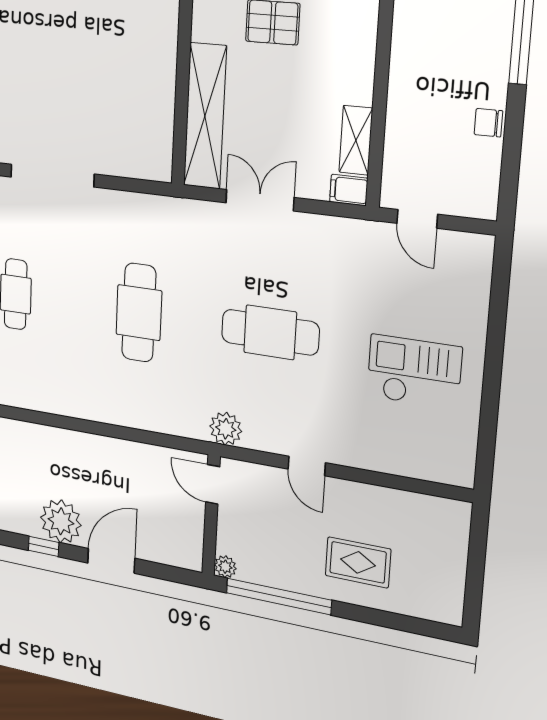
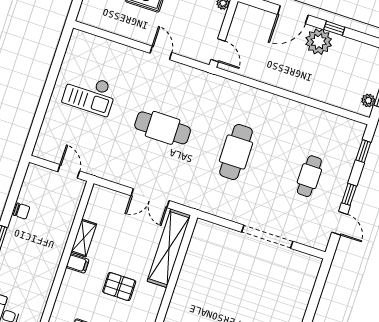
shelving: (356, 140) -> (84, 238), moved
filing cabinet: (349, 190) -> (78, 264), moved
plant: (226, 429) -> (202, 80), removed

